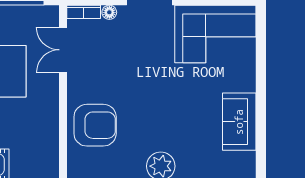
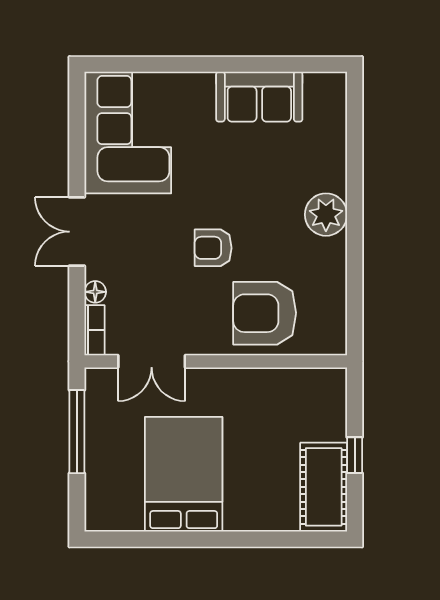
armchair: (139, 91) -> (213, 248), added
armchair: (95, 125) -> (265, 313), turned -90

